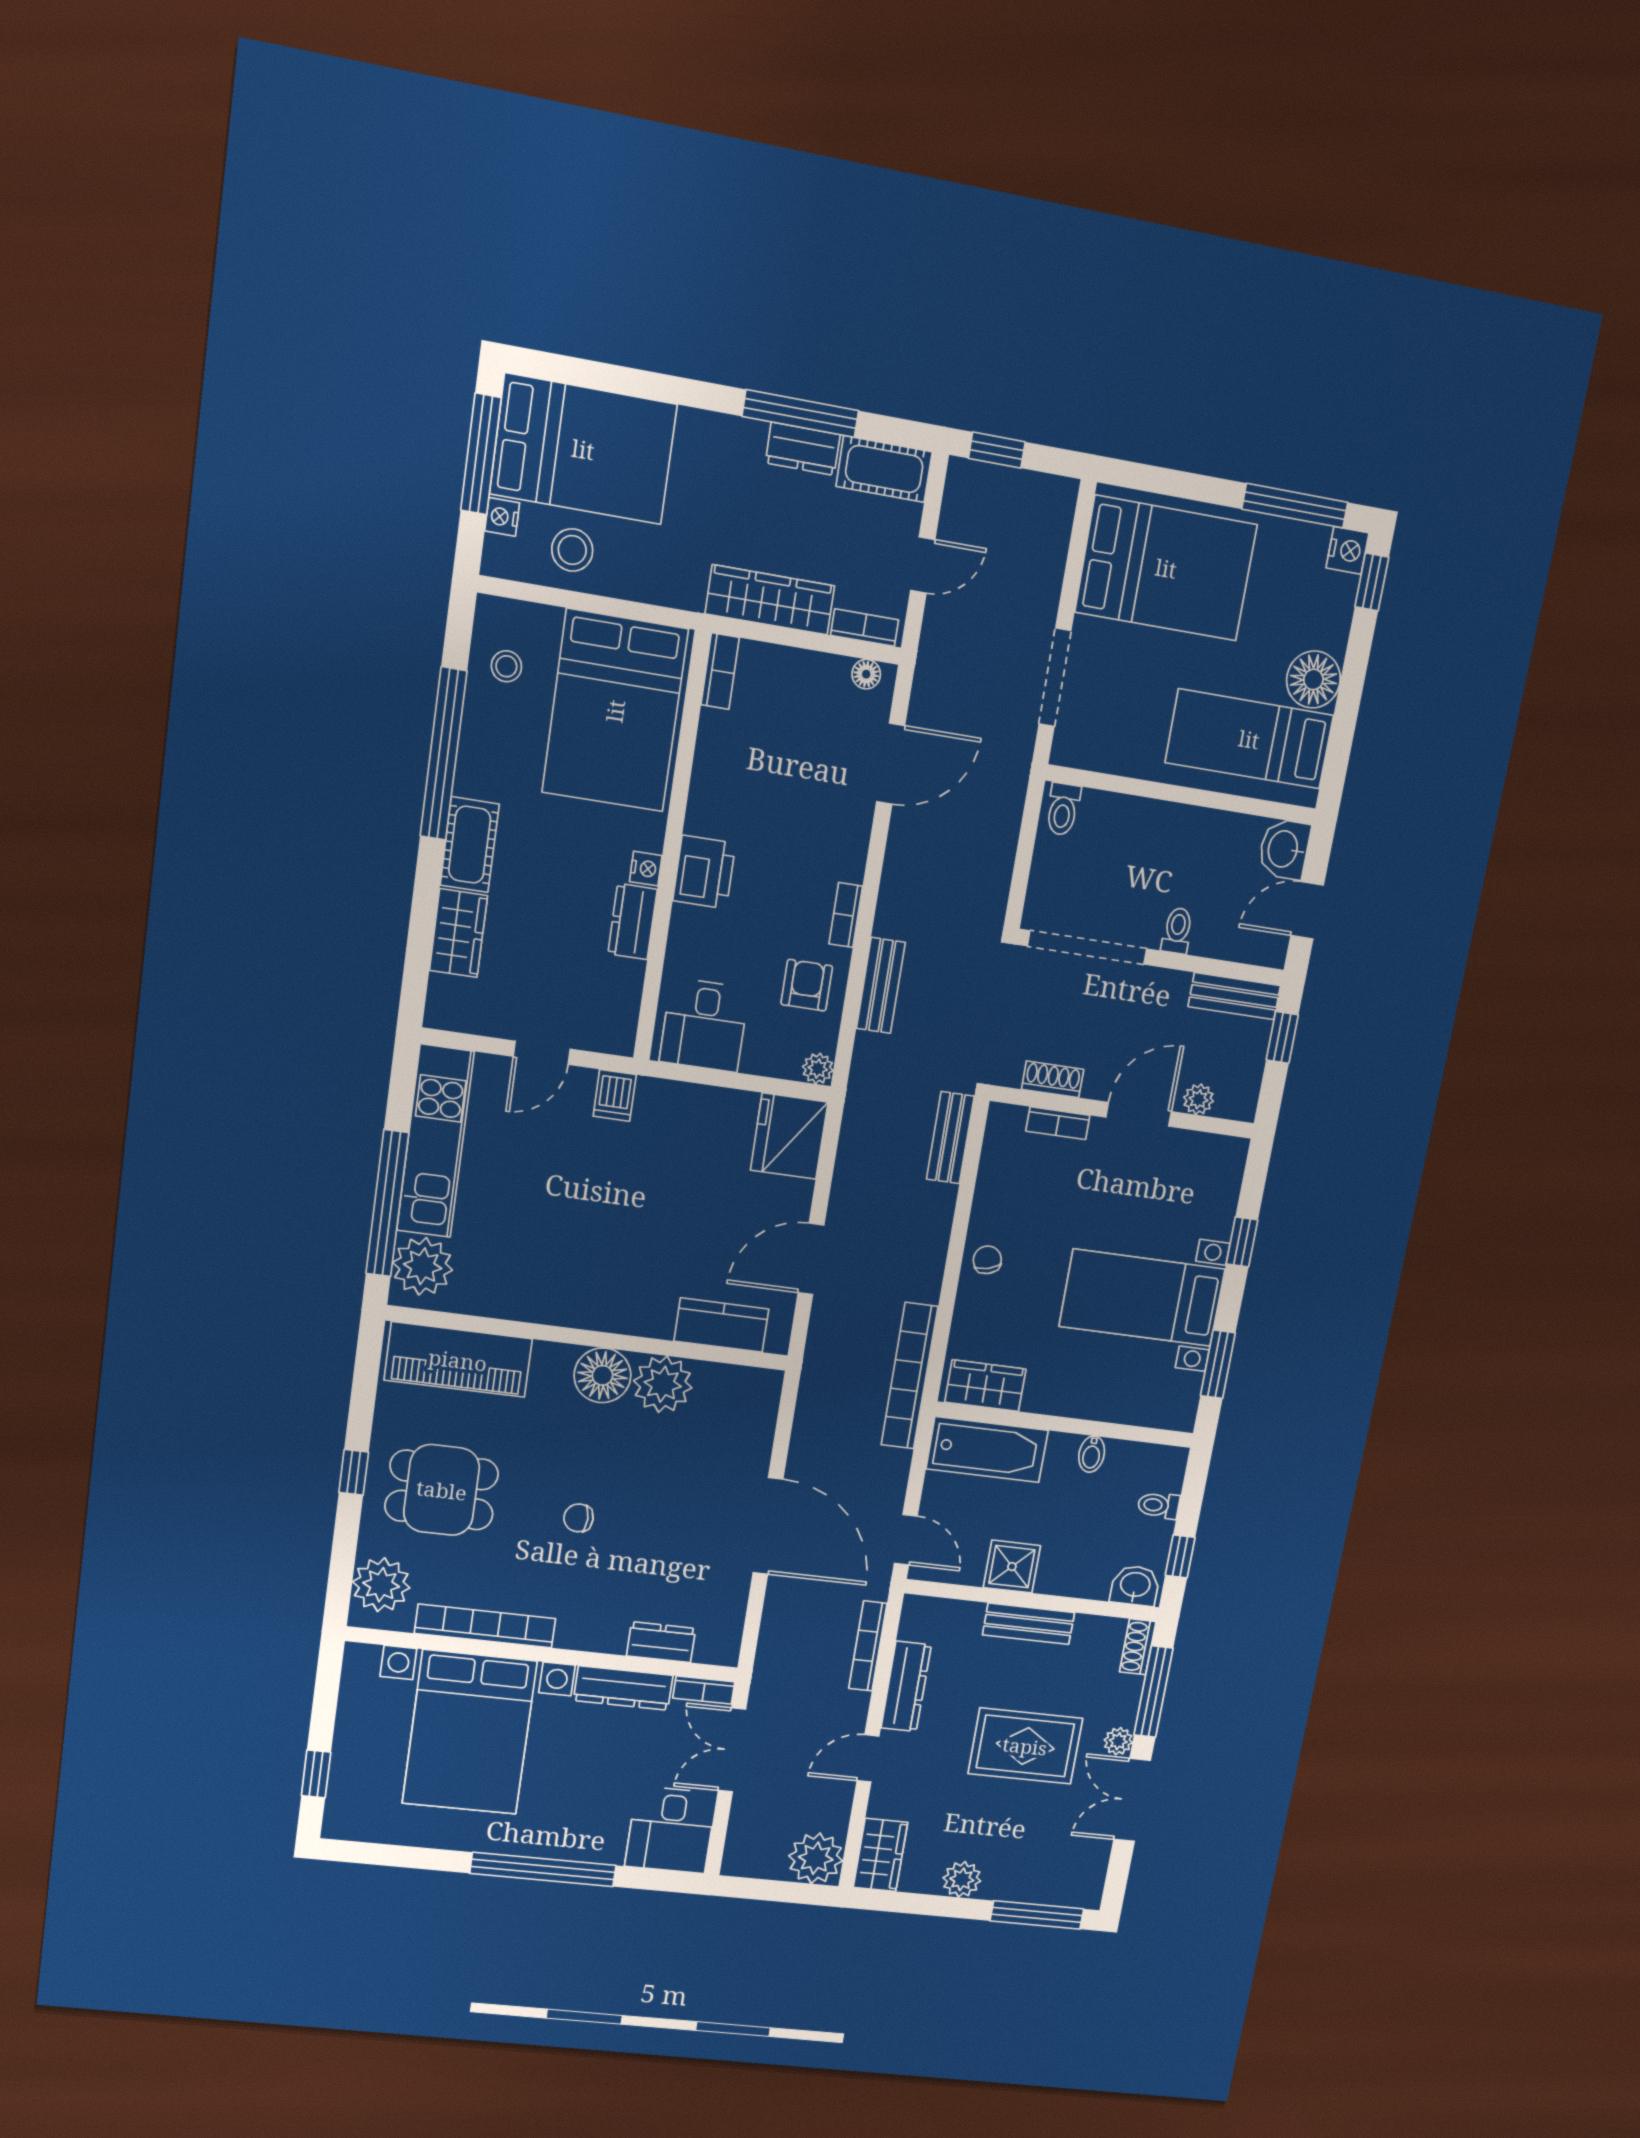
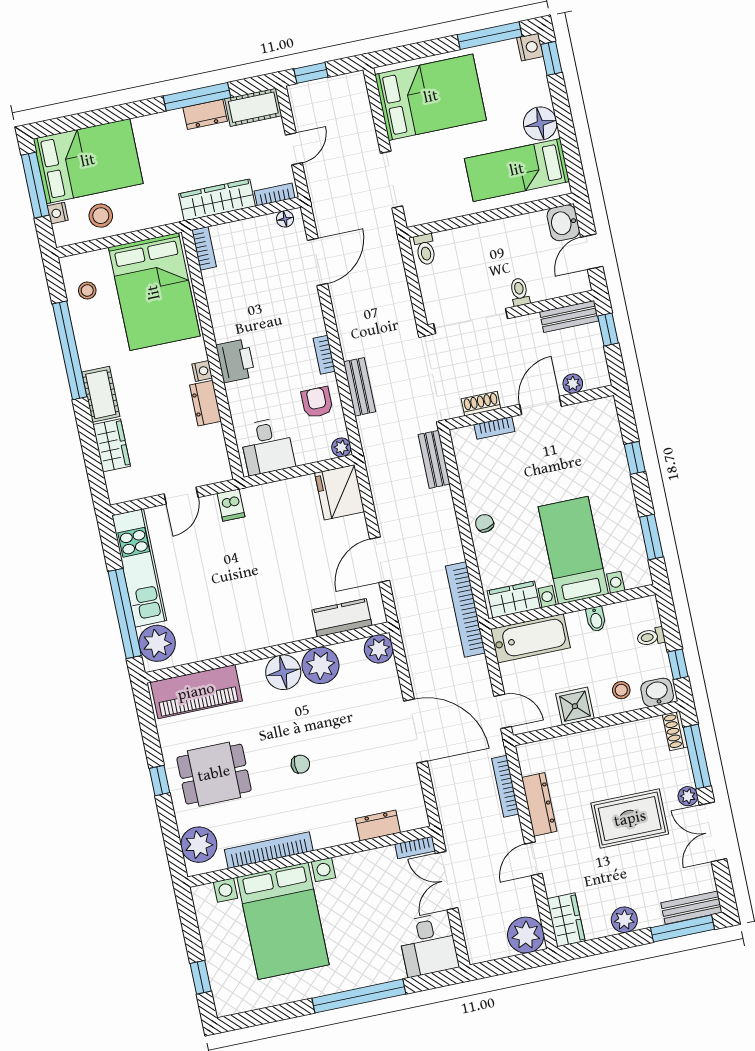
bed with nightstands: (1142, 1298) -> (573, 550), moved, turned 90
plant: (759, 1390) -> (379, 649), added
chair: (579, 1518) -> (300, 764), turned 180
stool: (1086, 1566) -> (621, 690), added
bench: (1029, 1624) -> (691, 908), moved
dresser: (623, 1688) -> (366, 862), removed

